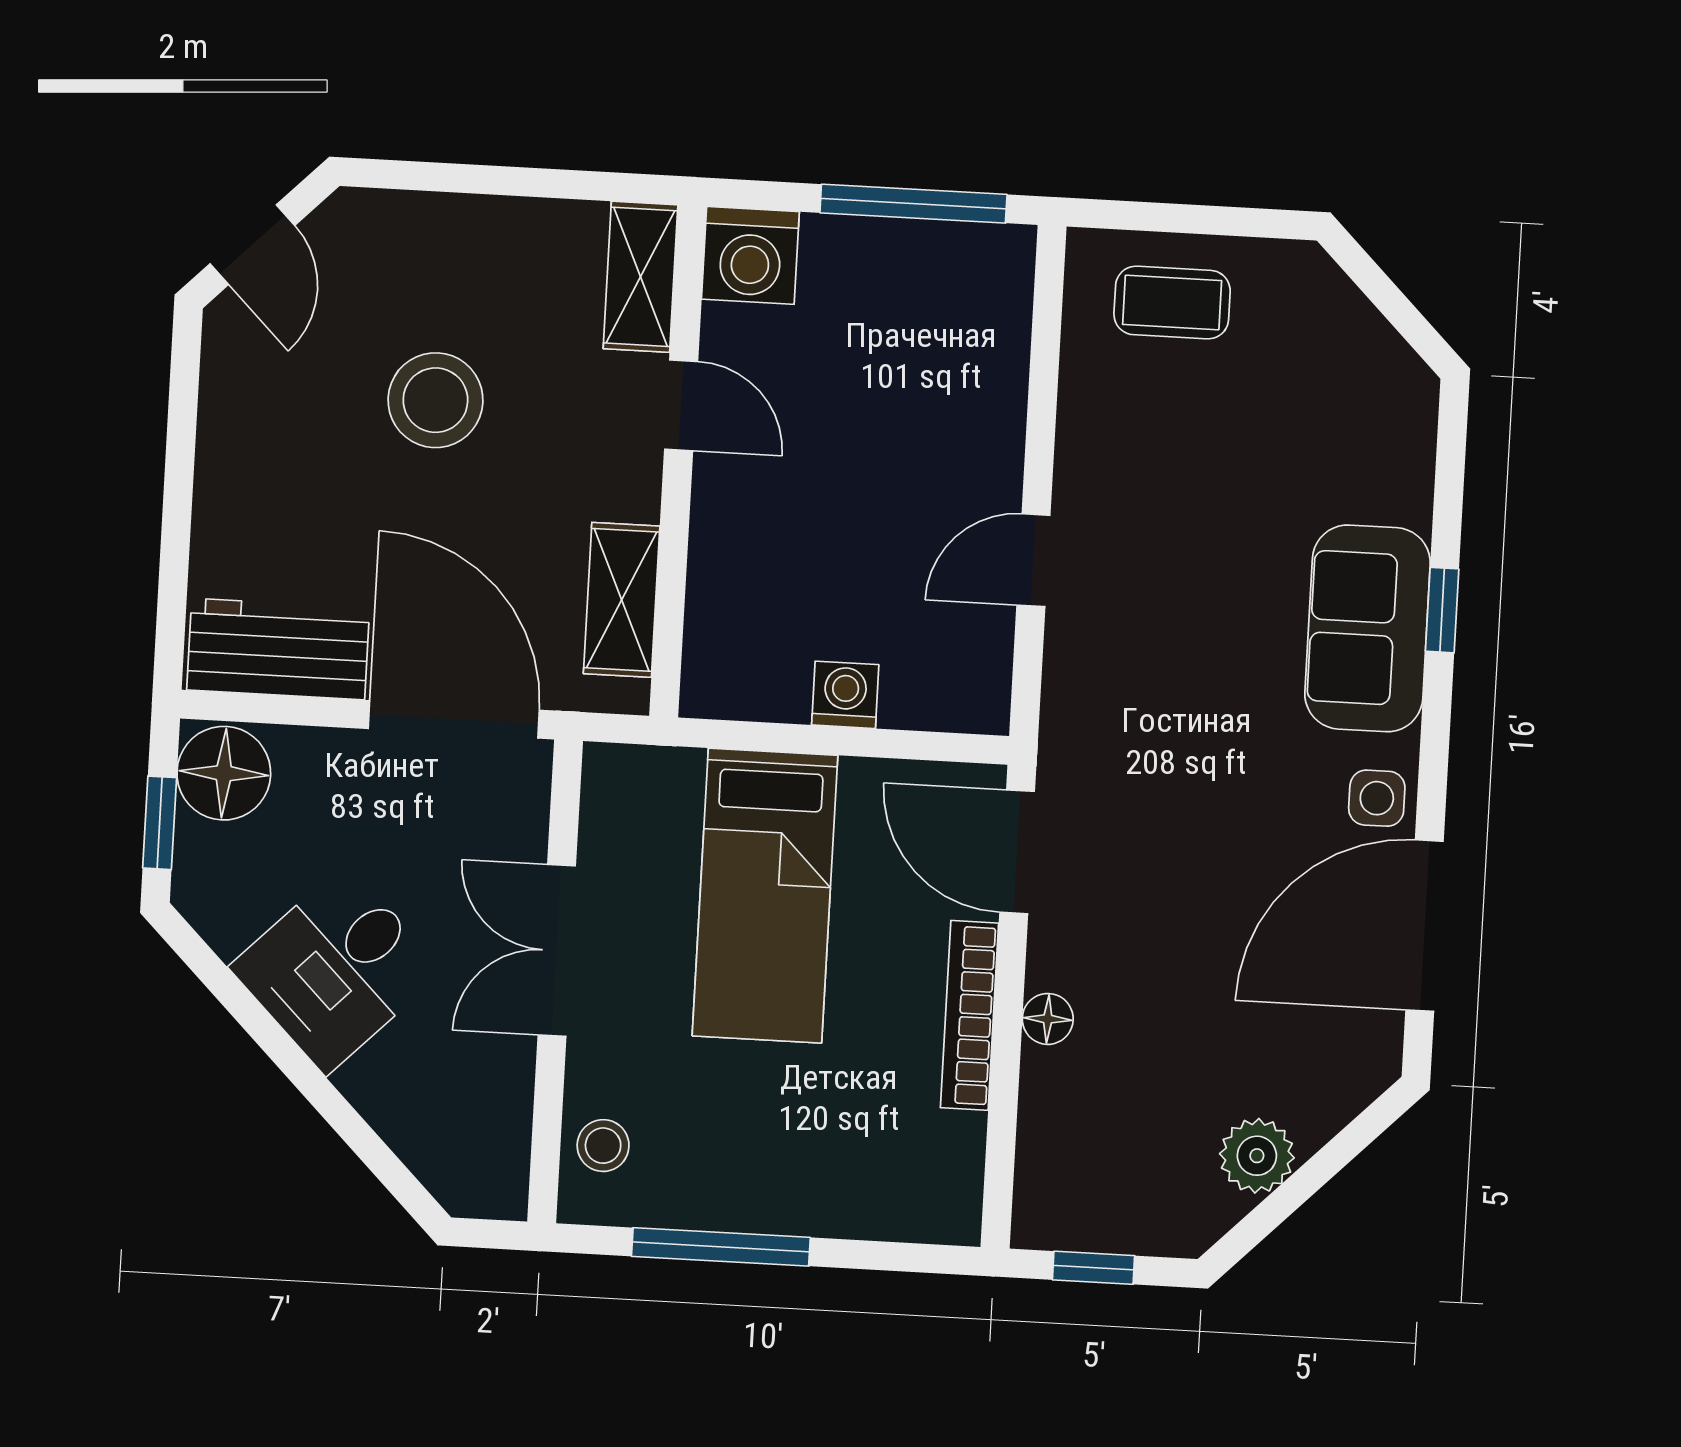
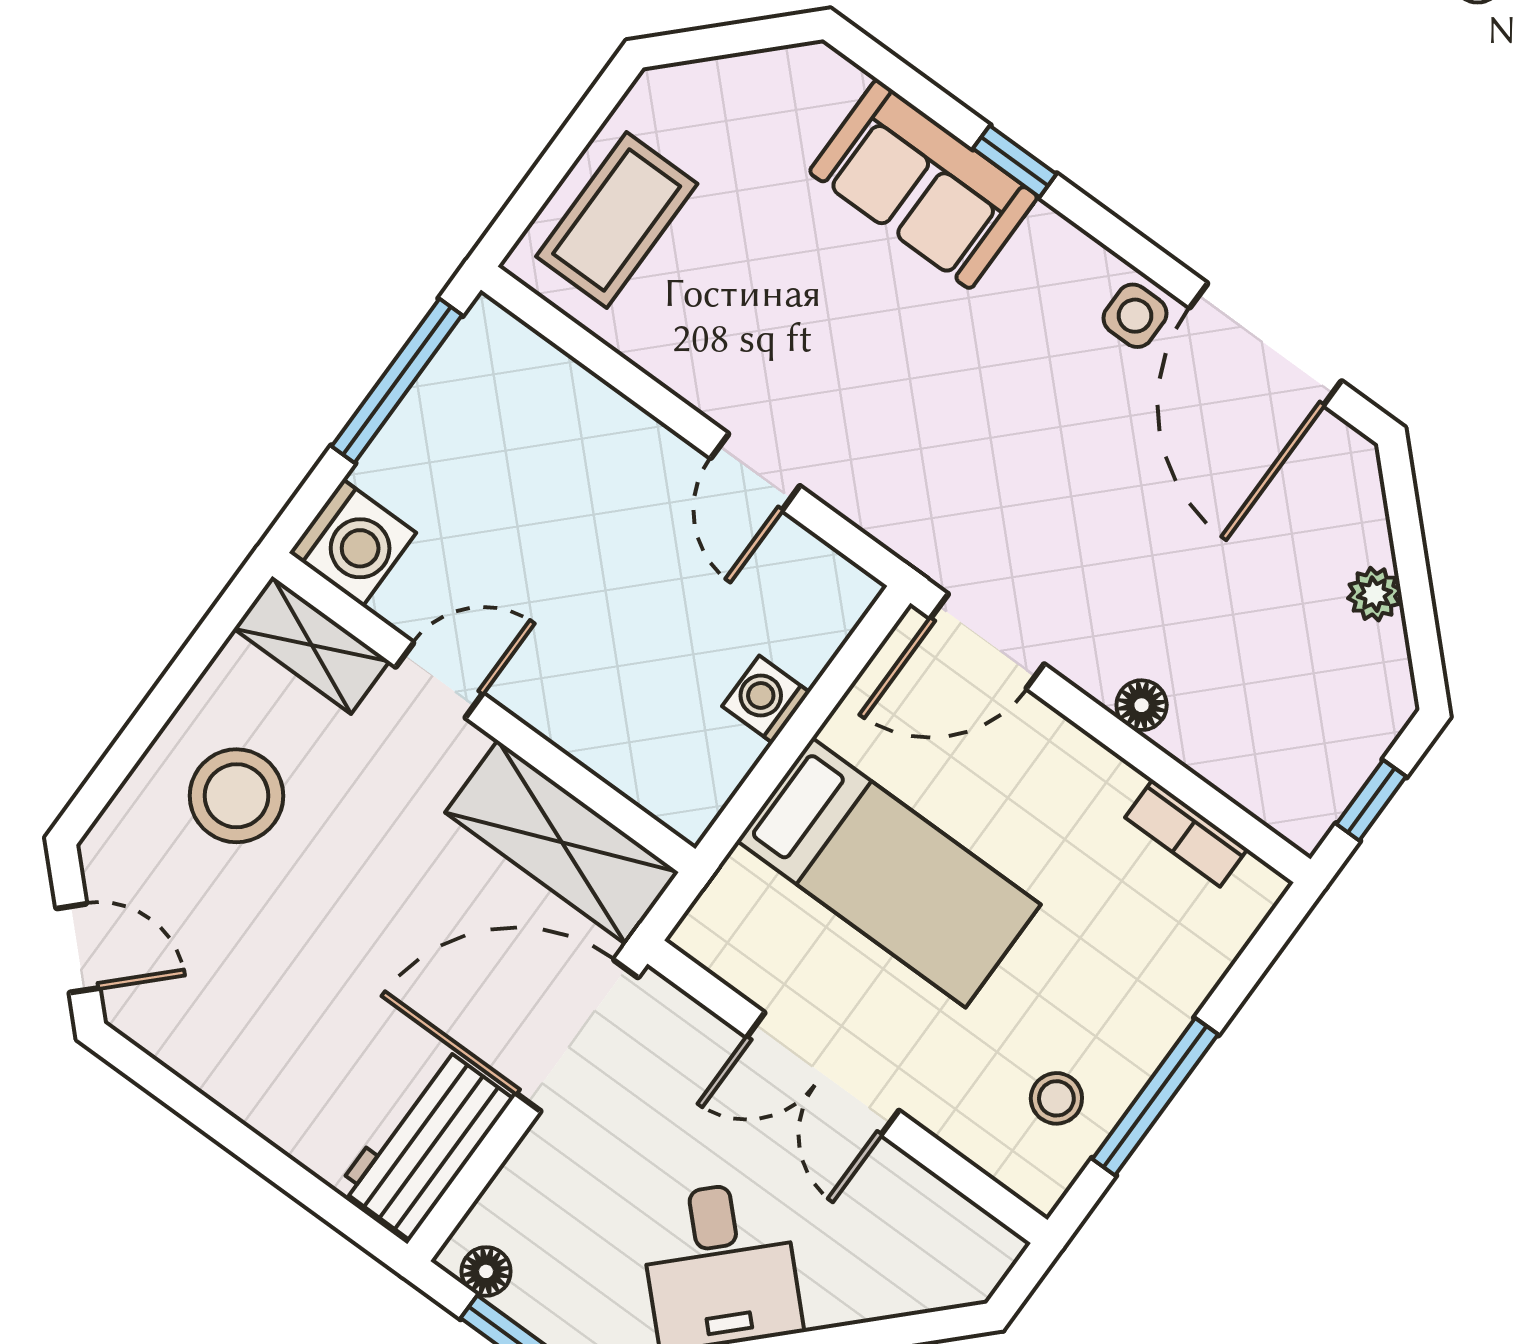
coffee table: (1172, 303) -> (617, 220), width x1.36, depth x1.30
stool: (435, 400) -> (236, 796), moved
shelving: (622, 600) -> (562, 842), width x1.50, depth x1.33
sofa: (1368, 628) -> (923, 184), moved
floor lamp: (224, 773) -> (486, 1271), width x0.53, depth x0.53
bookcase: (970, 1015) -> (1186, 833), moved, width x0.64
stool: (603, 1146) -> (1056, 1098), moved
plant: (1257, 1156) -> (1374, 594), width x0.73, depth x0.73

